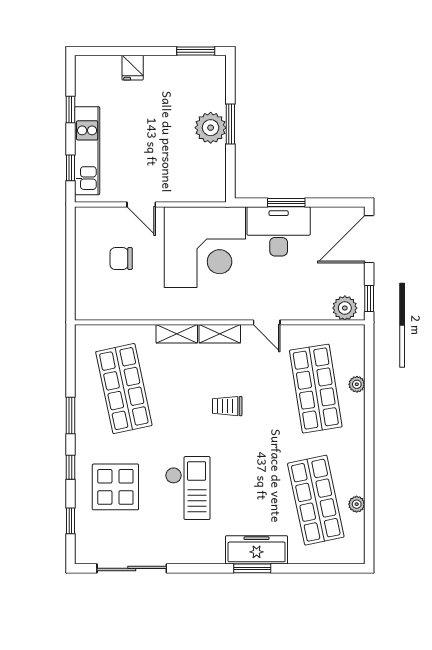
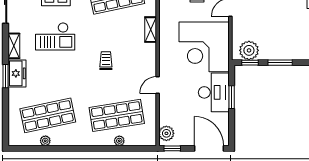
plant: (211, 128) -> (249, 50), moved
window: (230, 173) -> (250, 63), added
shelving: (220, 334) -> (14, 46), moved
freezer: (257, 550) -> (17, 73), width x0.71

